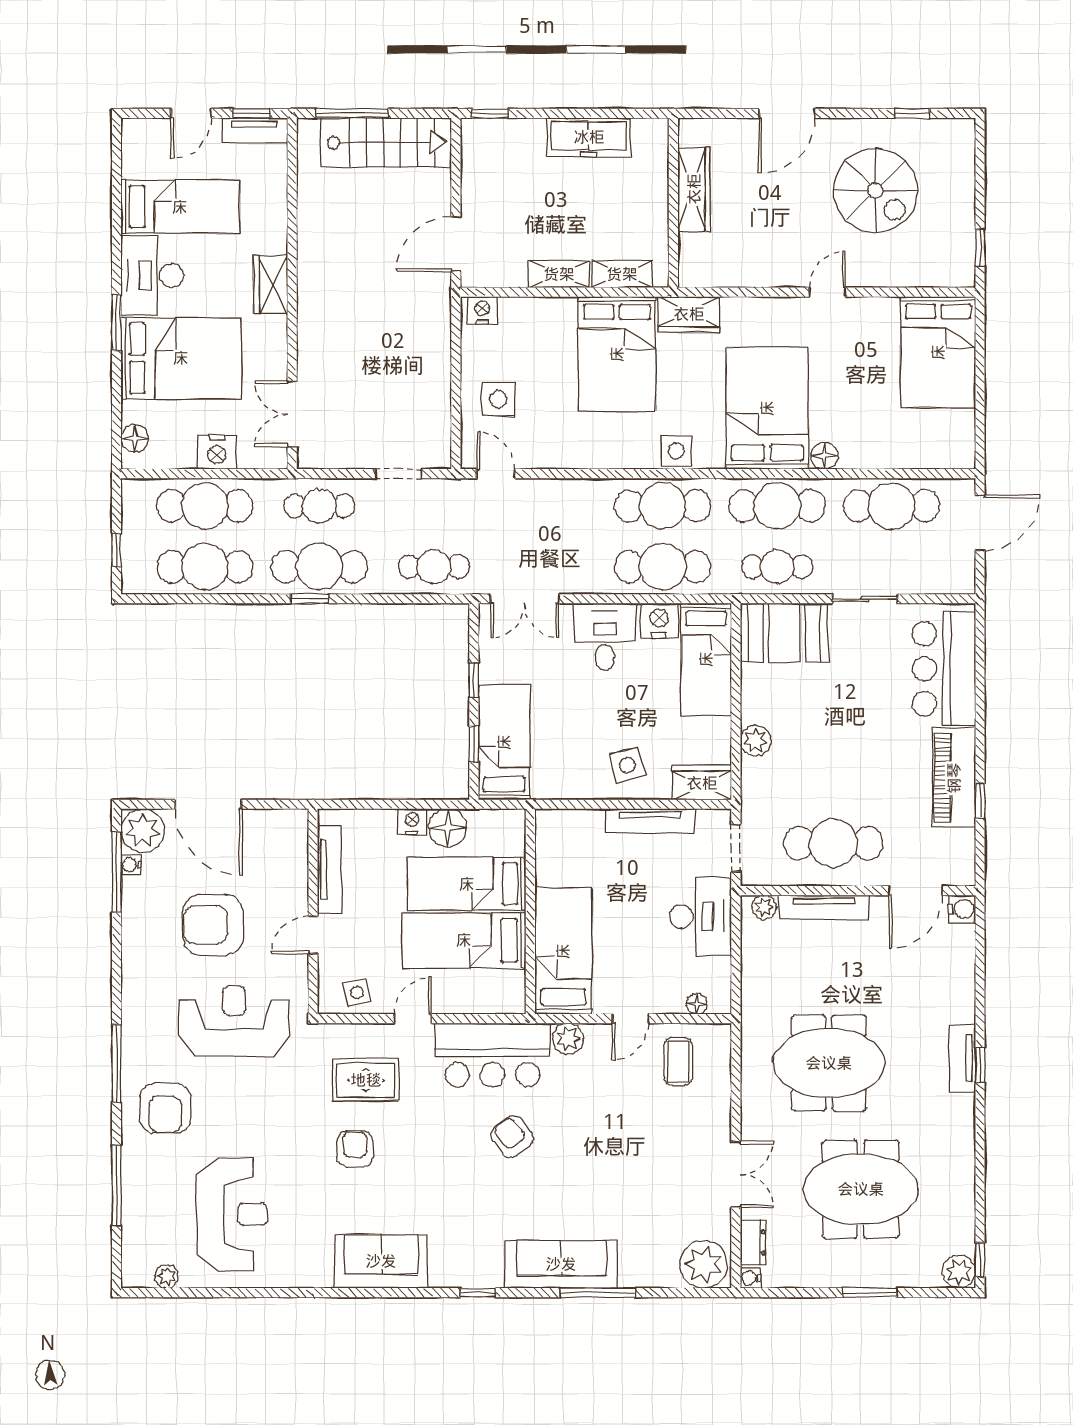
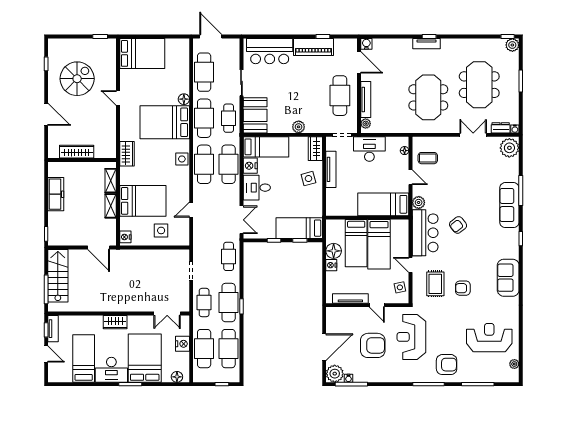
bed: (617, 354) -> (143, 201), moved
door: (496, 474) -> (191, 210), moved
armchair: (213, 925) -> (373, 345), turned -90

